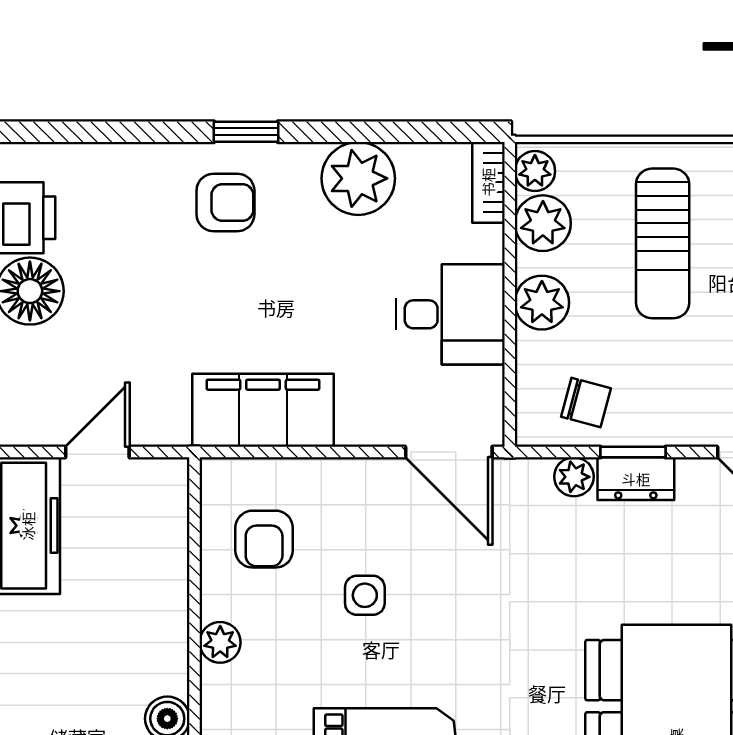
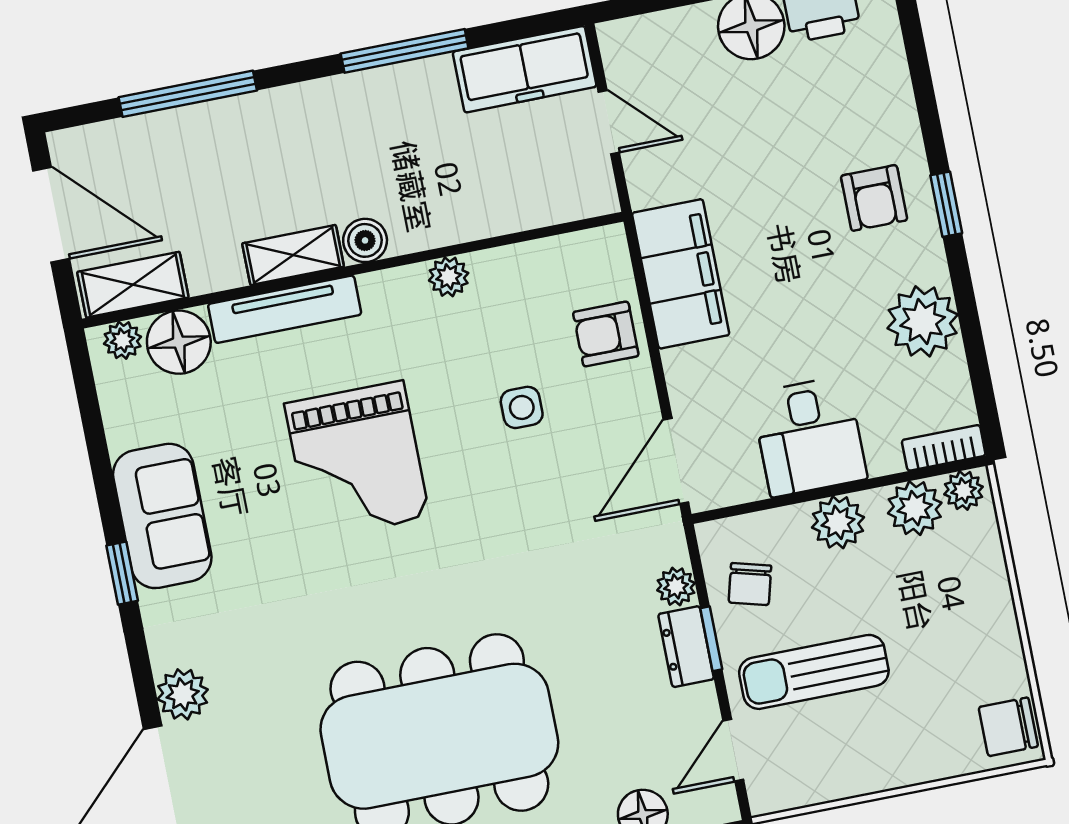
sun lounger: (663, 243) -> (814, 672), moved
armchair: (264, 539) -> (606, 334), moved

